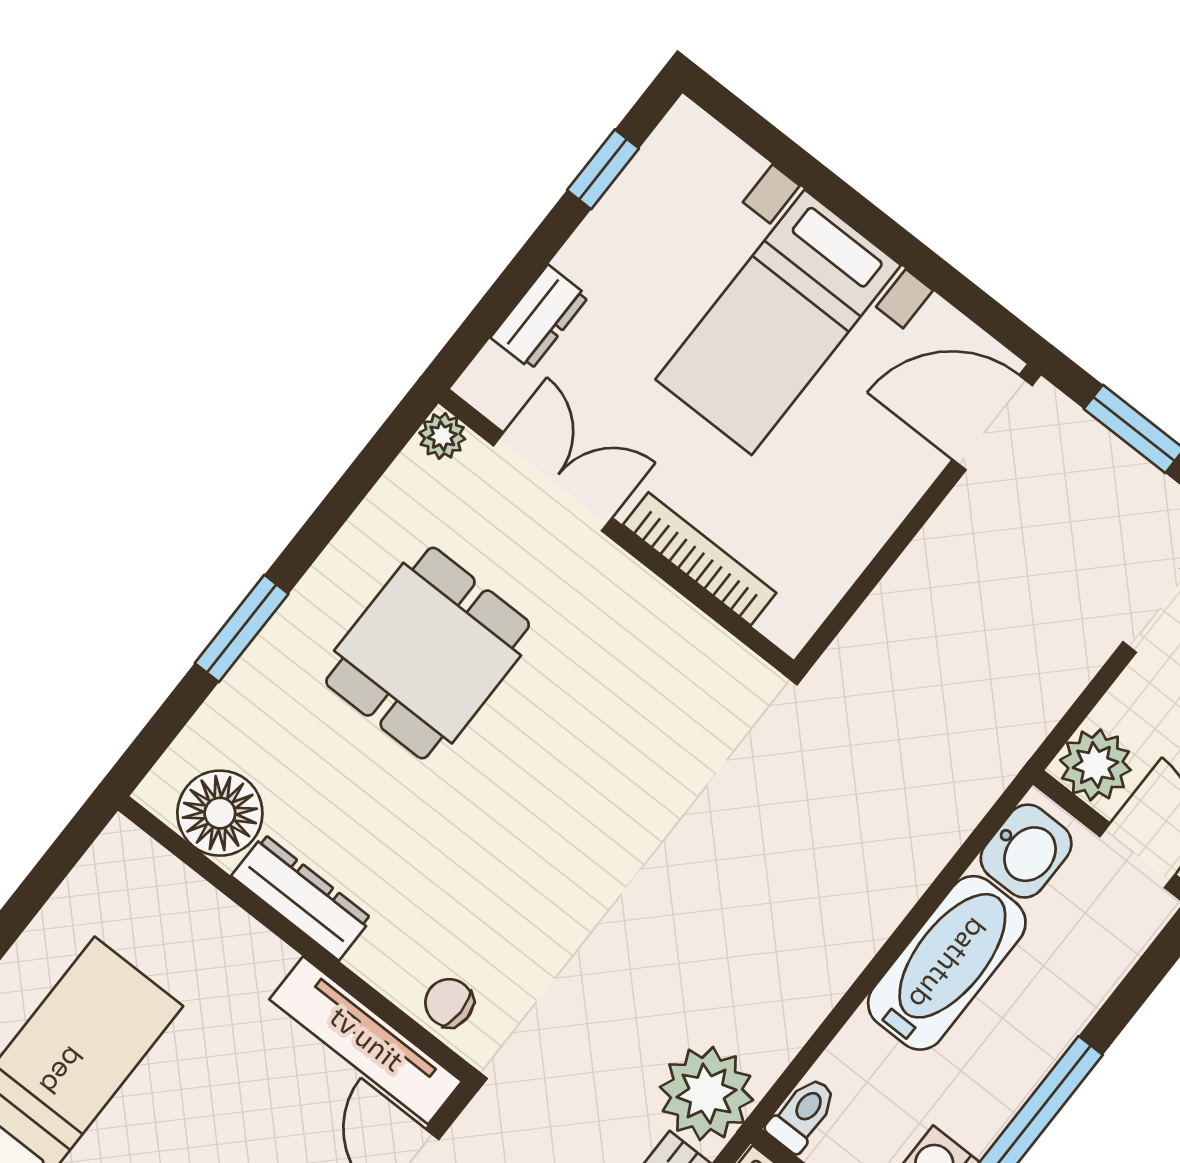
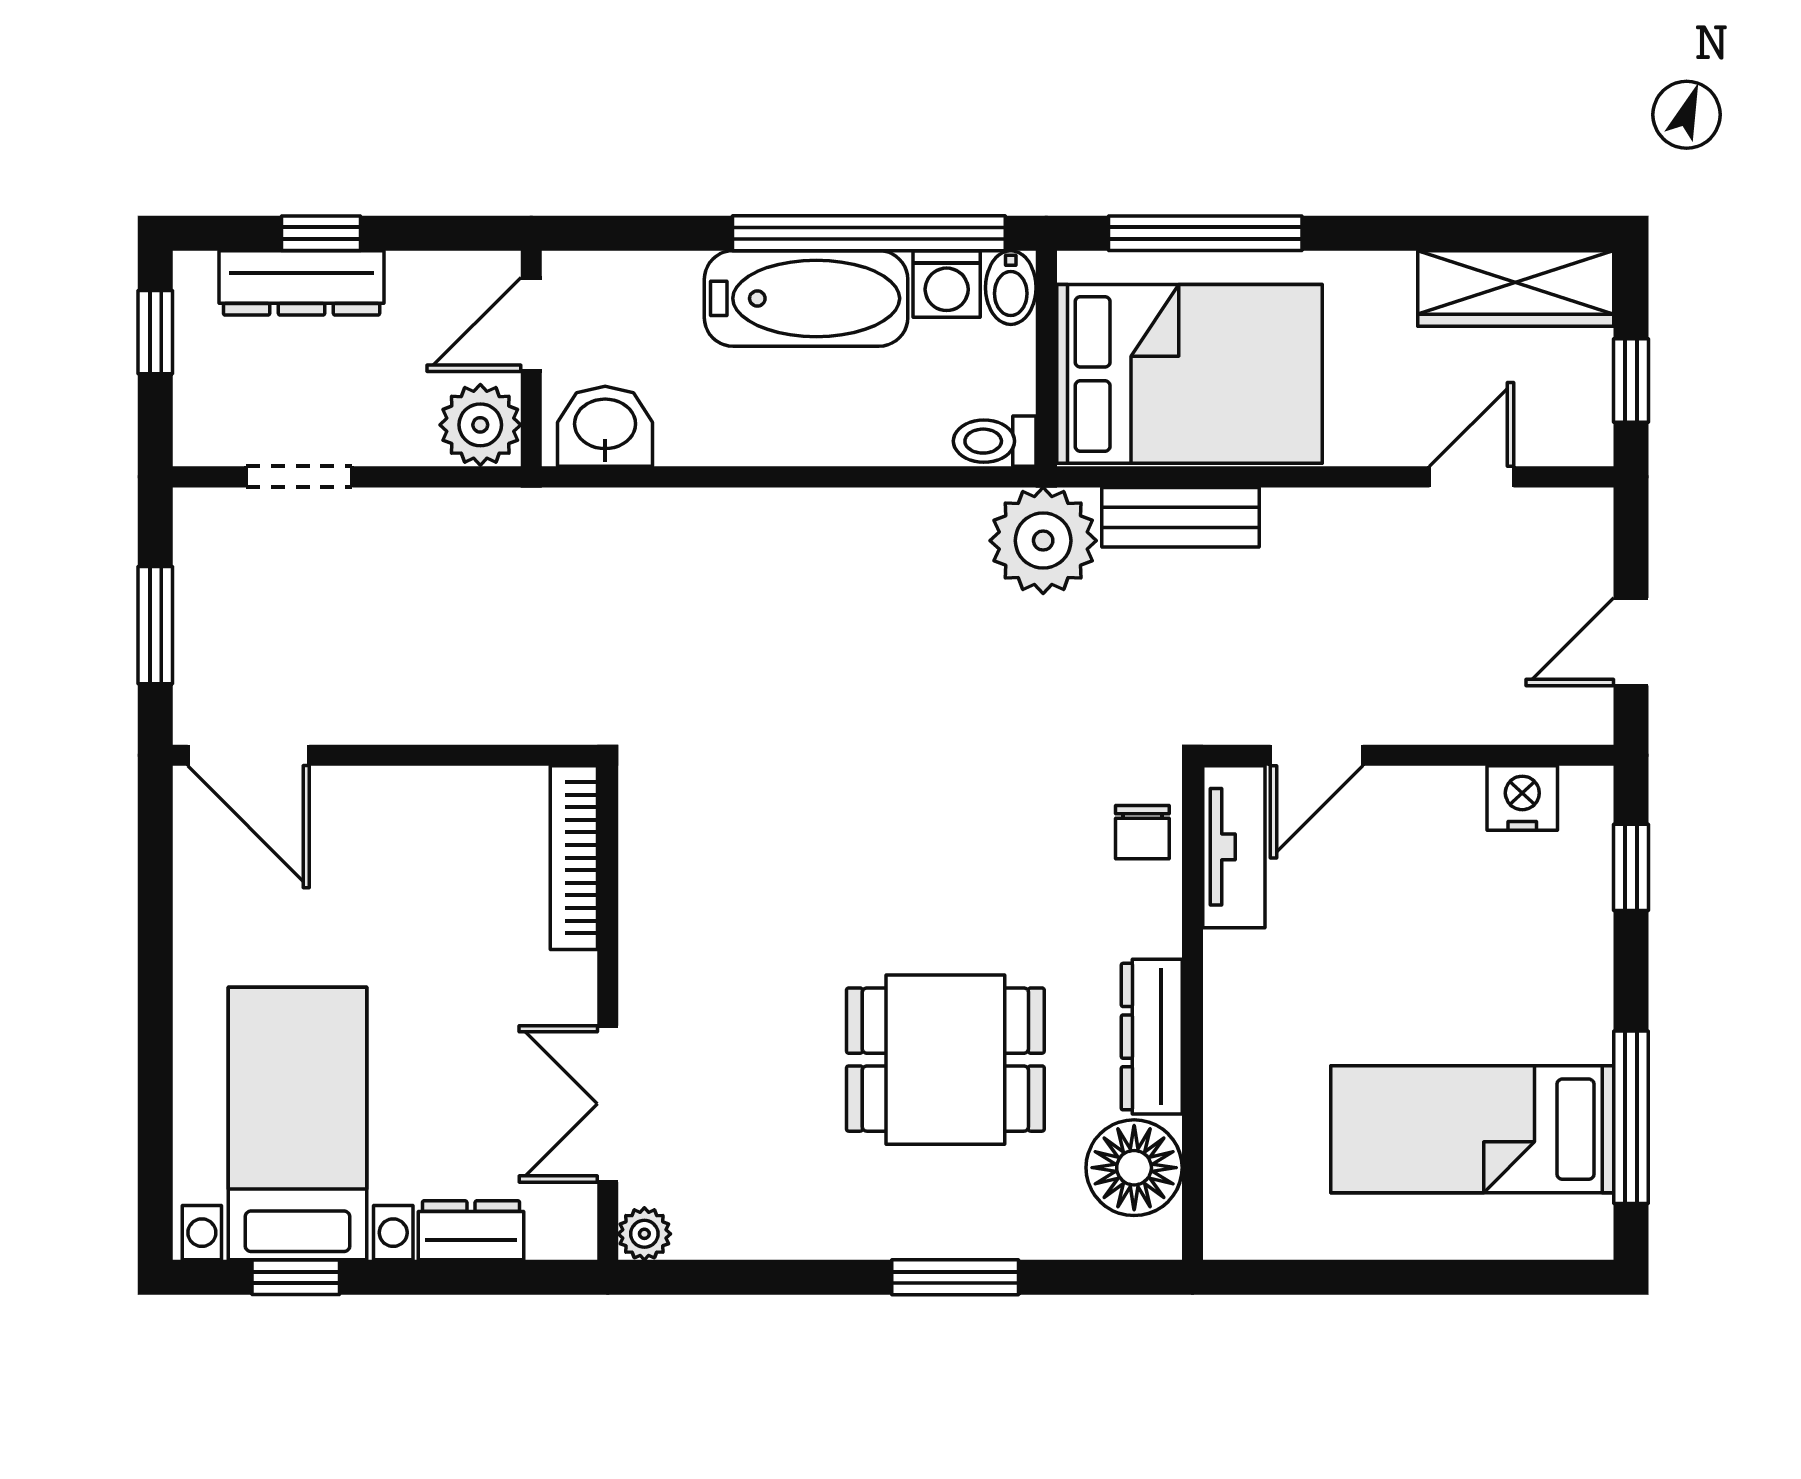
bed with nightstands: (778, 322) -> (298, 1124), moved, turned -90
bookcase: (700, 559) -> (574, 858), moved
dining table: (428, 653) -> (945, 1060), moved
bathtub: (947, 963) -> (806, 298), moved, turned 180
tv unit: (366, 1040) -> (1234, 847), width x0.71

